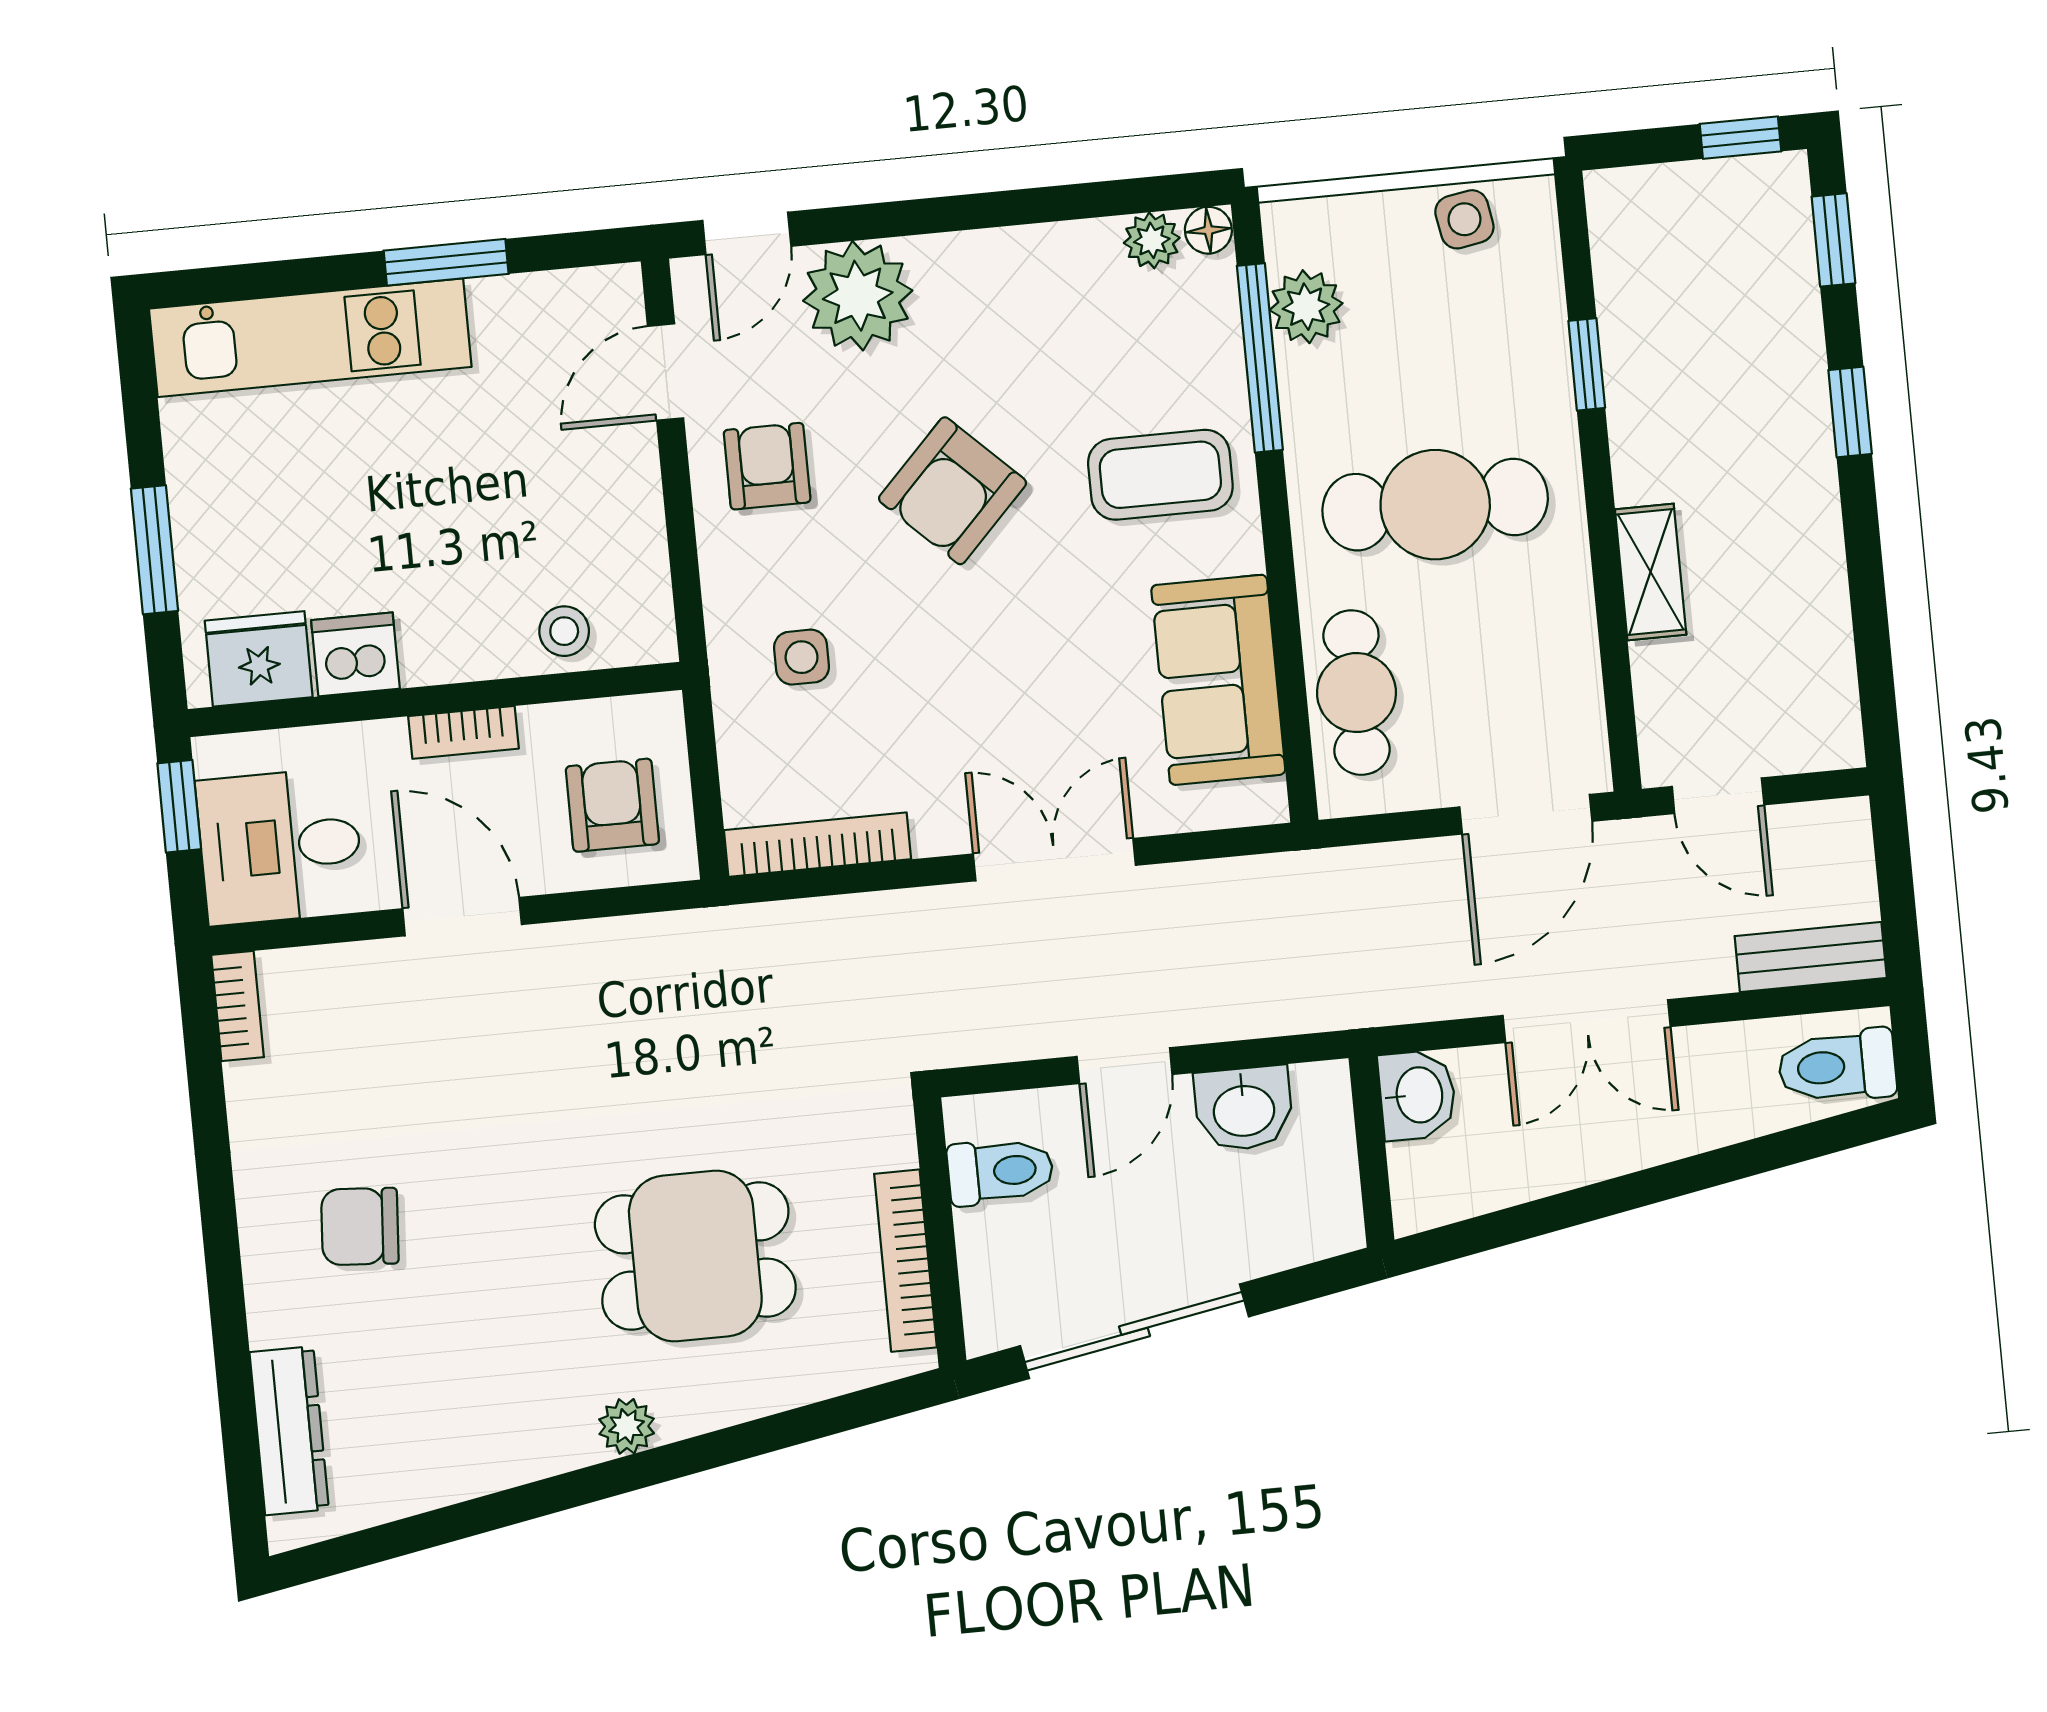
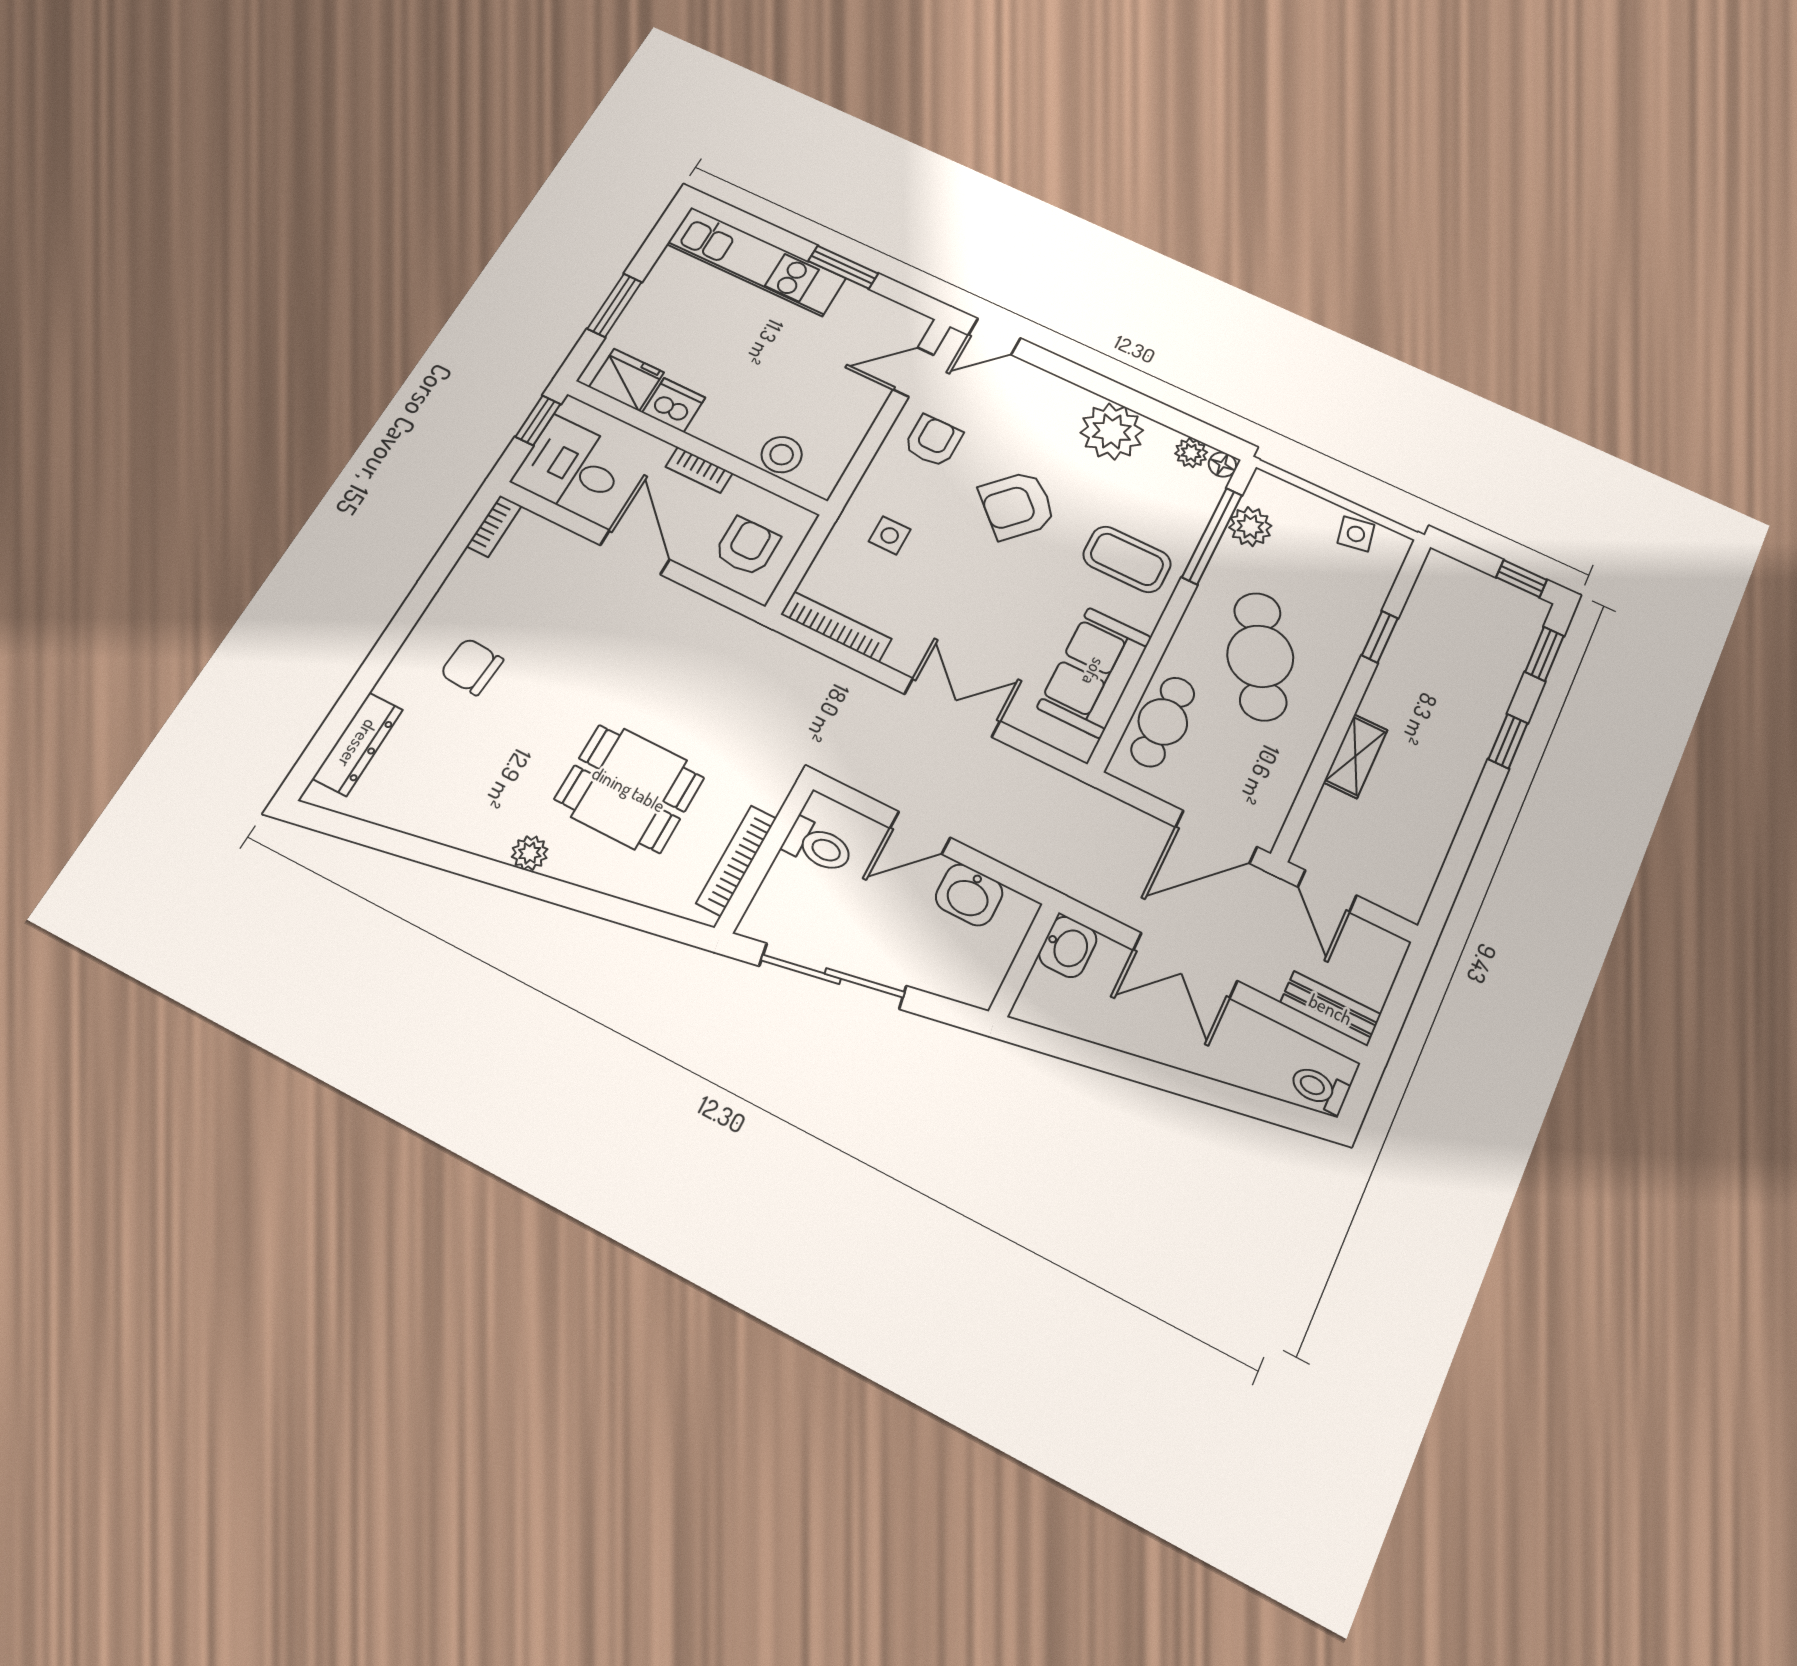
plant: (858, 296) -> (1112, 431), moved
cafe table: (1435, 505) -> (1260, 656), turned 63
stool: (564, 631) -> (782, 455), width x1.37, depth x1.37
toilet: (1837, 1066) -> (1319, 1089), width x0.73, depth x0.72

